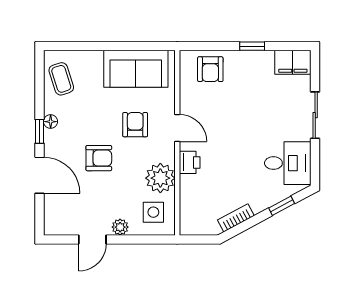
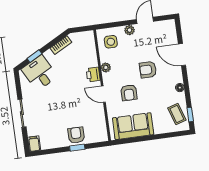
window: (252, 46) -> (77, 148), moved
filing cabinet: (293, 62) -> (34, 144), width x0.50
armchair: (210, 69) -> (76, 135), moved
window: (39, 131) -> (190, 115), moved
desk: (288, 163) -> (39, 73), moved, turned 62
plant: (160, 178) -> (106, 67), width x0.53, depth x0.53

